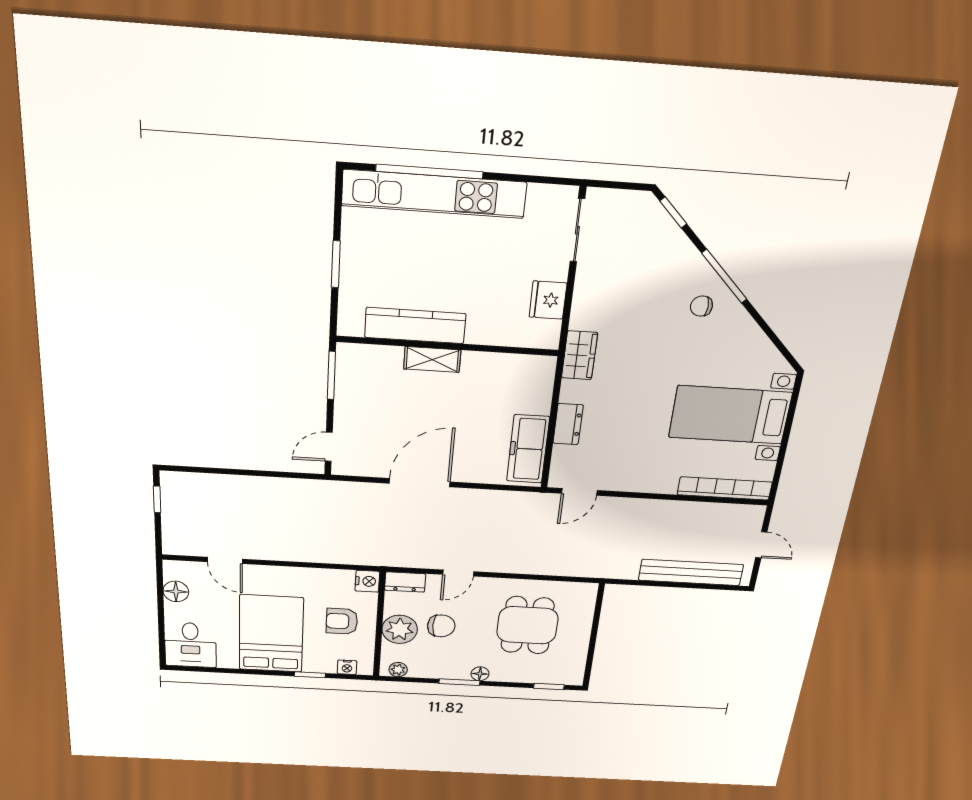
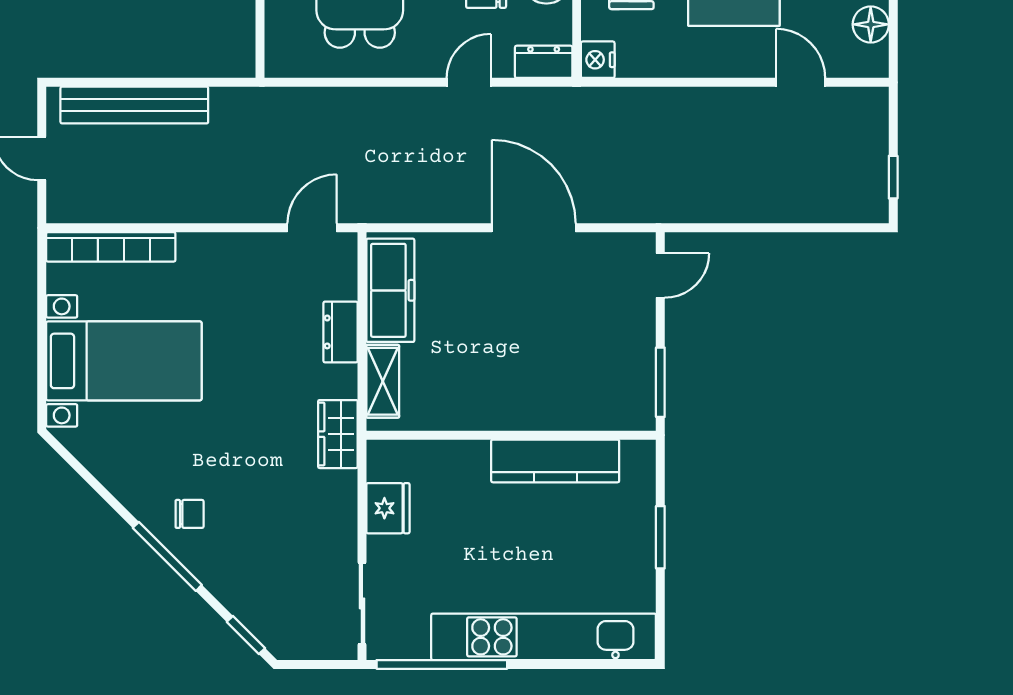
window: (429, 172) -> (442, 664), moved
shelving: (432, 360) -> (383, 381), moved, turned 90
door: (420, 483) -> (534, 228), swing flipped

